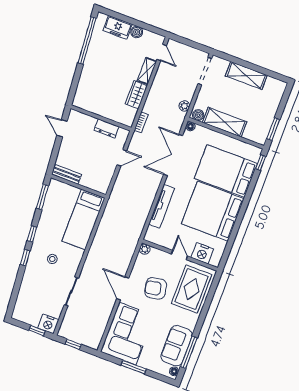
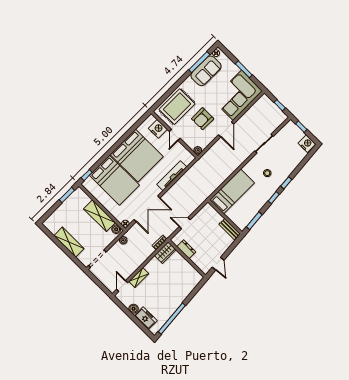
wardrobe: (136, 95) -> (165, 253), moved
armchair: (156, 288) -> (203, 119), turned 101
nightstand: (48, 324) -> (307, 144), moved

